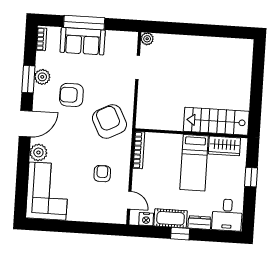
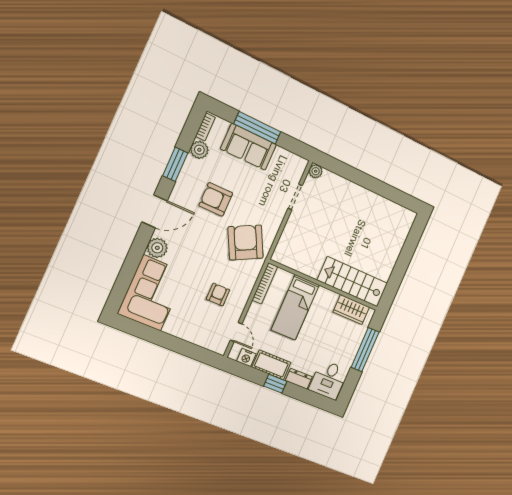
plant: (42, 77) -> (199, 150), moved
bed: (194, 163) -> (295, 307), moved
window: (251, 177) -> (365, 350), width x2.17

